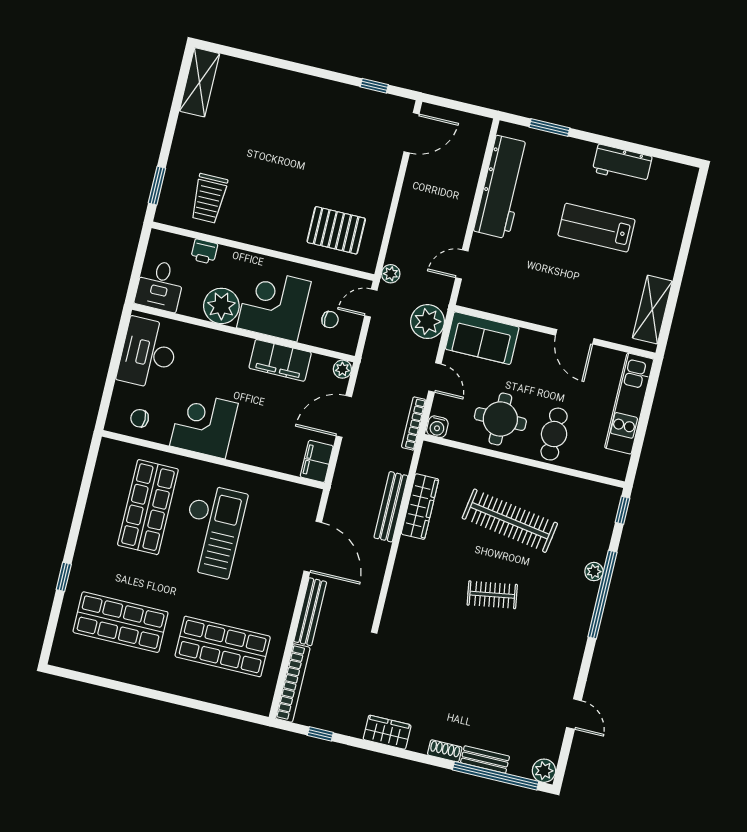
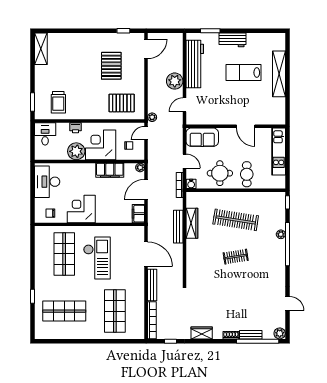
pallet: (333, 150) -> (111, 66), added
workbench: (622, 164) -> (233, 40), moved
printer: (204, 252) -> (75, 128), moved
desk: (160, 286) -> (45, 134), moved, turned 180
shelving: (652, 310) -> (279, 74), moved, width x1.47
plant: (427, 322) -> (175, 81), moved
shop shelf: (223, 646) -> (115, 311), turned 90

